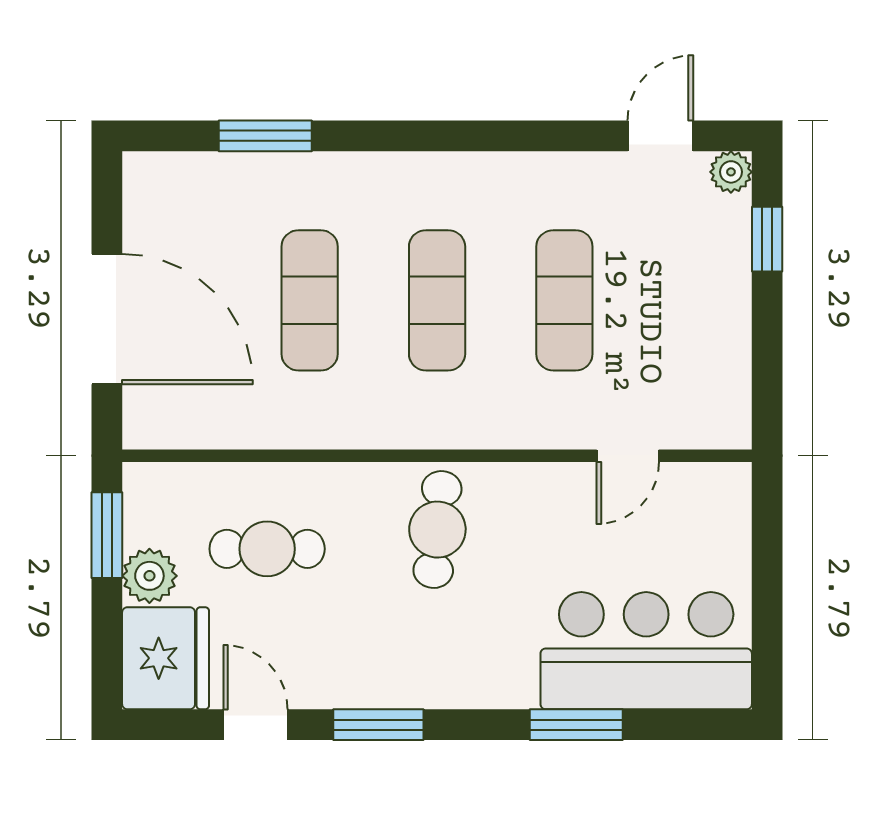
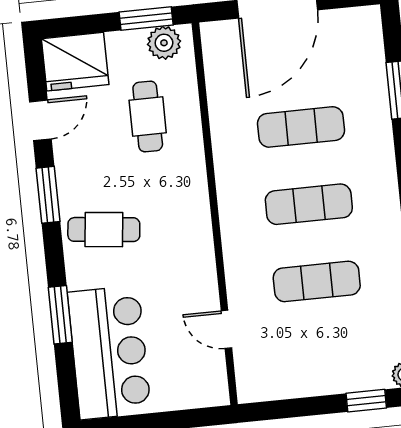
cafe table: (437, 530) -> (104, 230), moved
plant: (149, 576) -> (164, 43), moved

